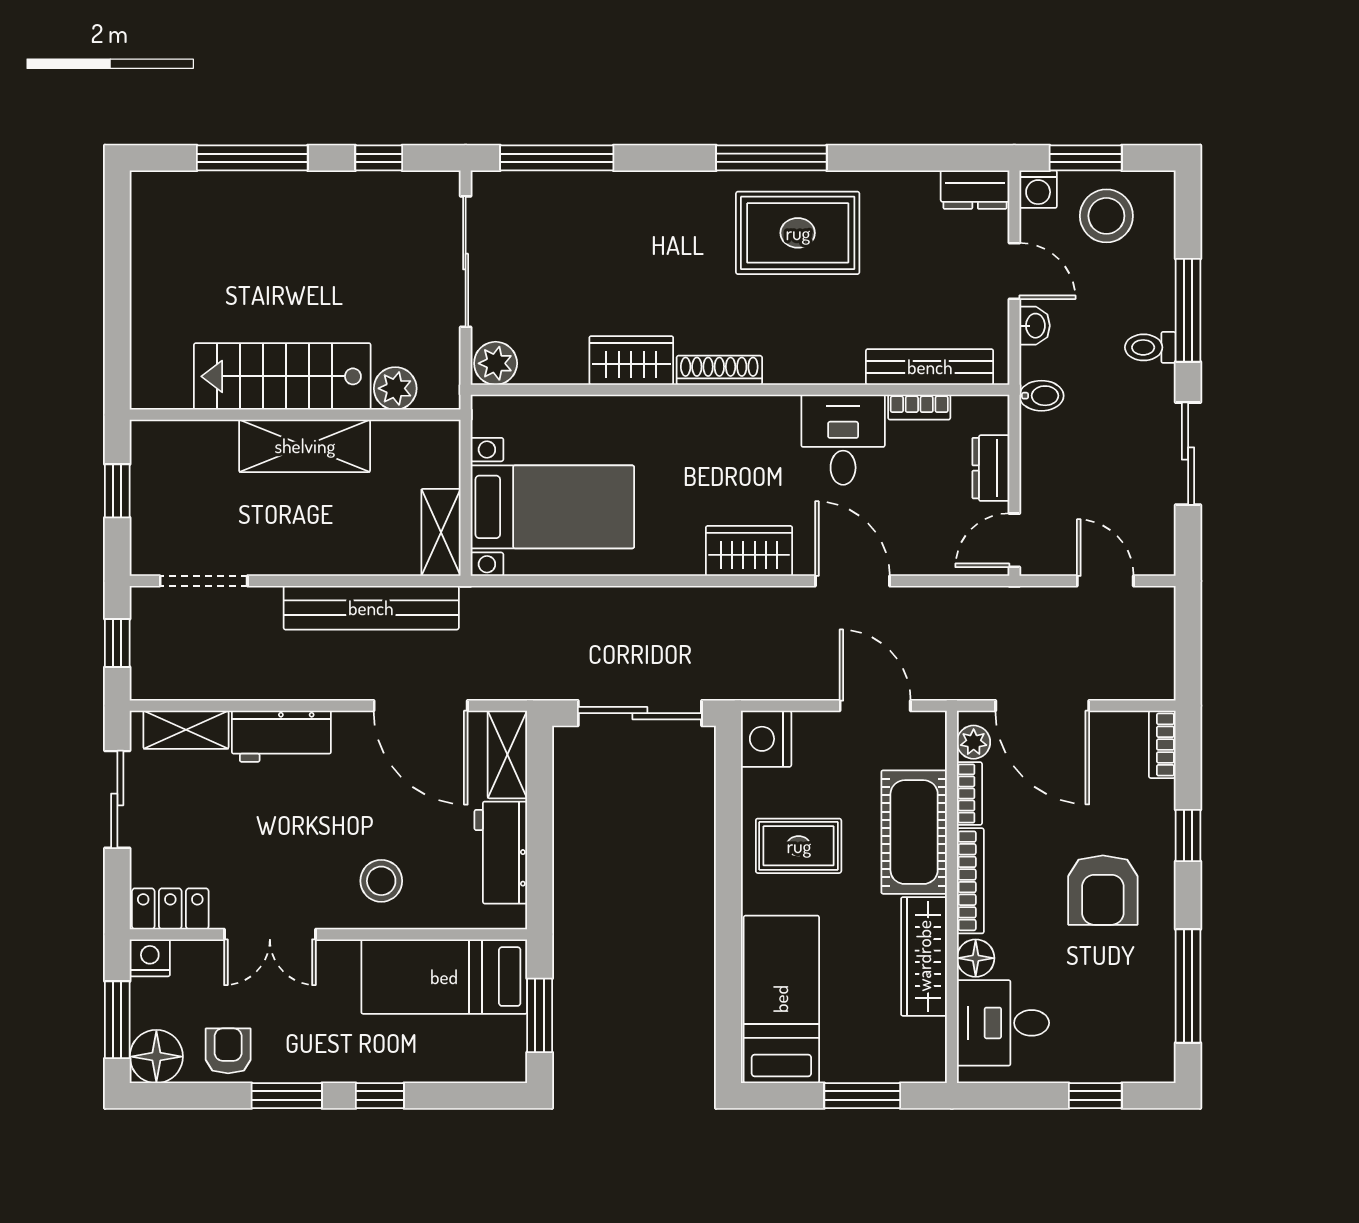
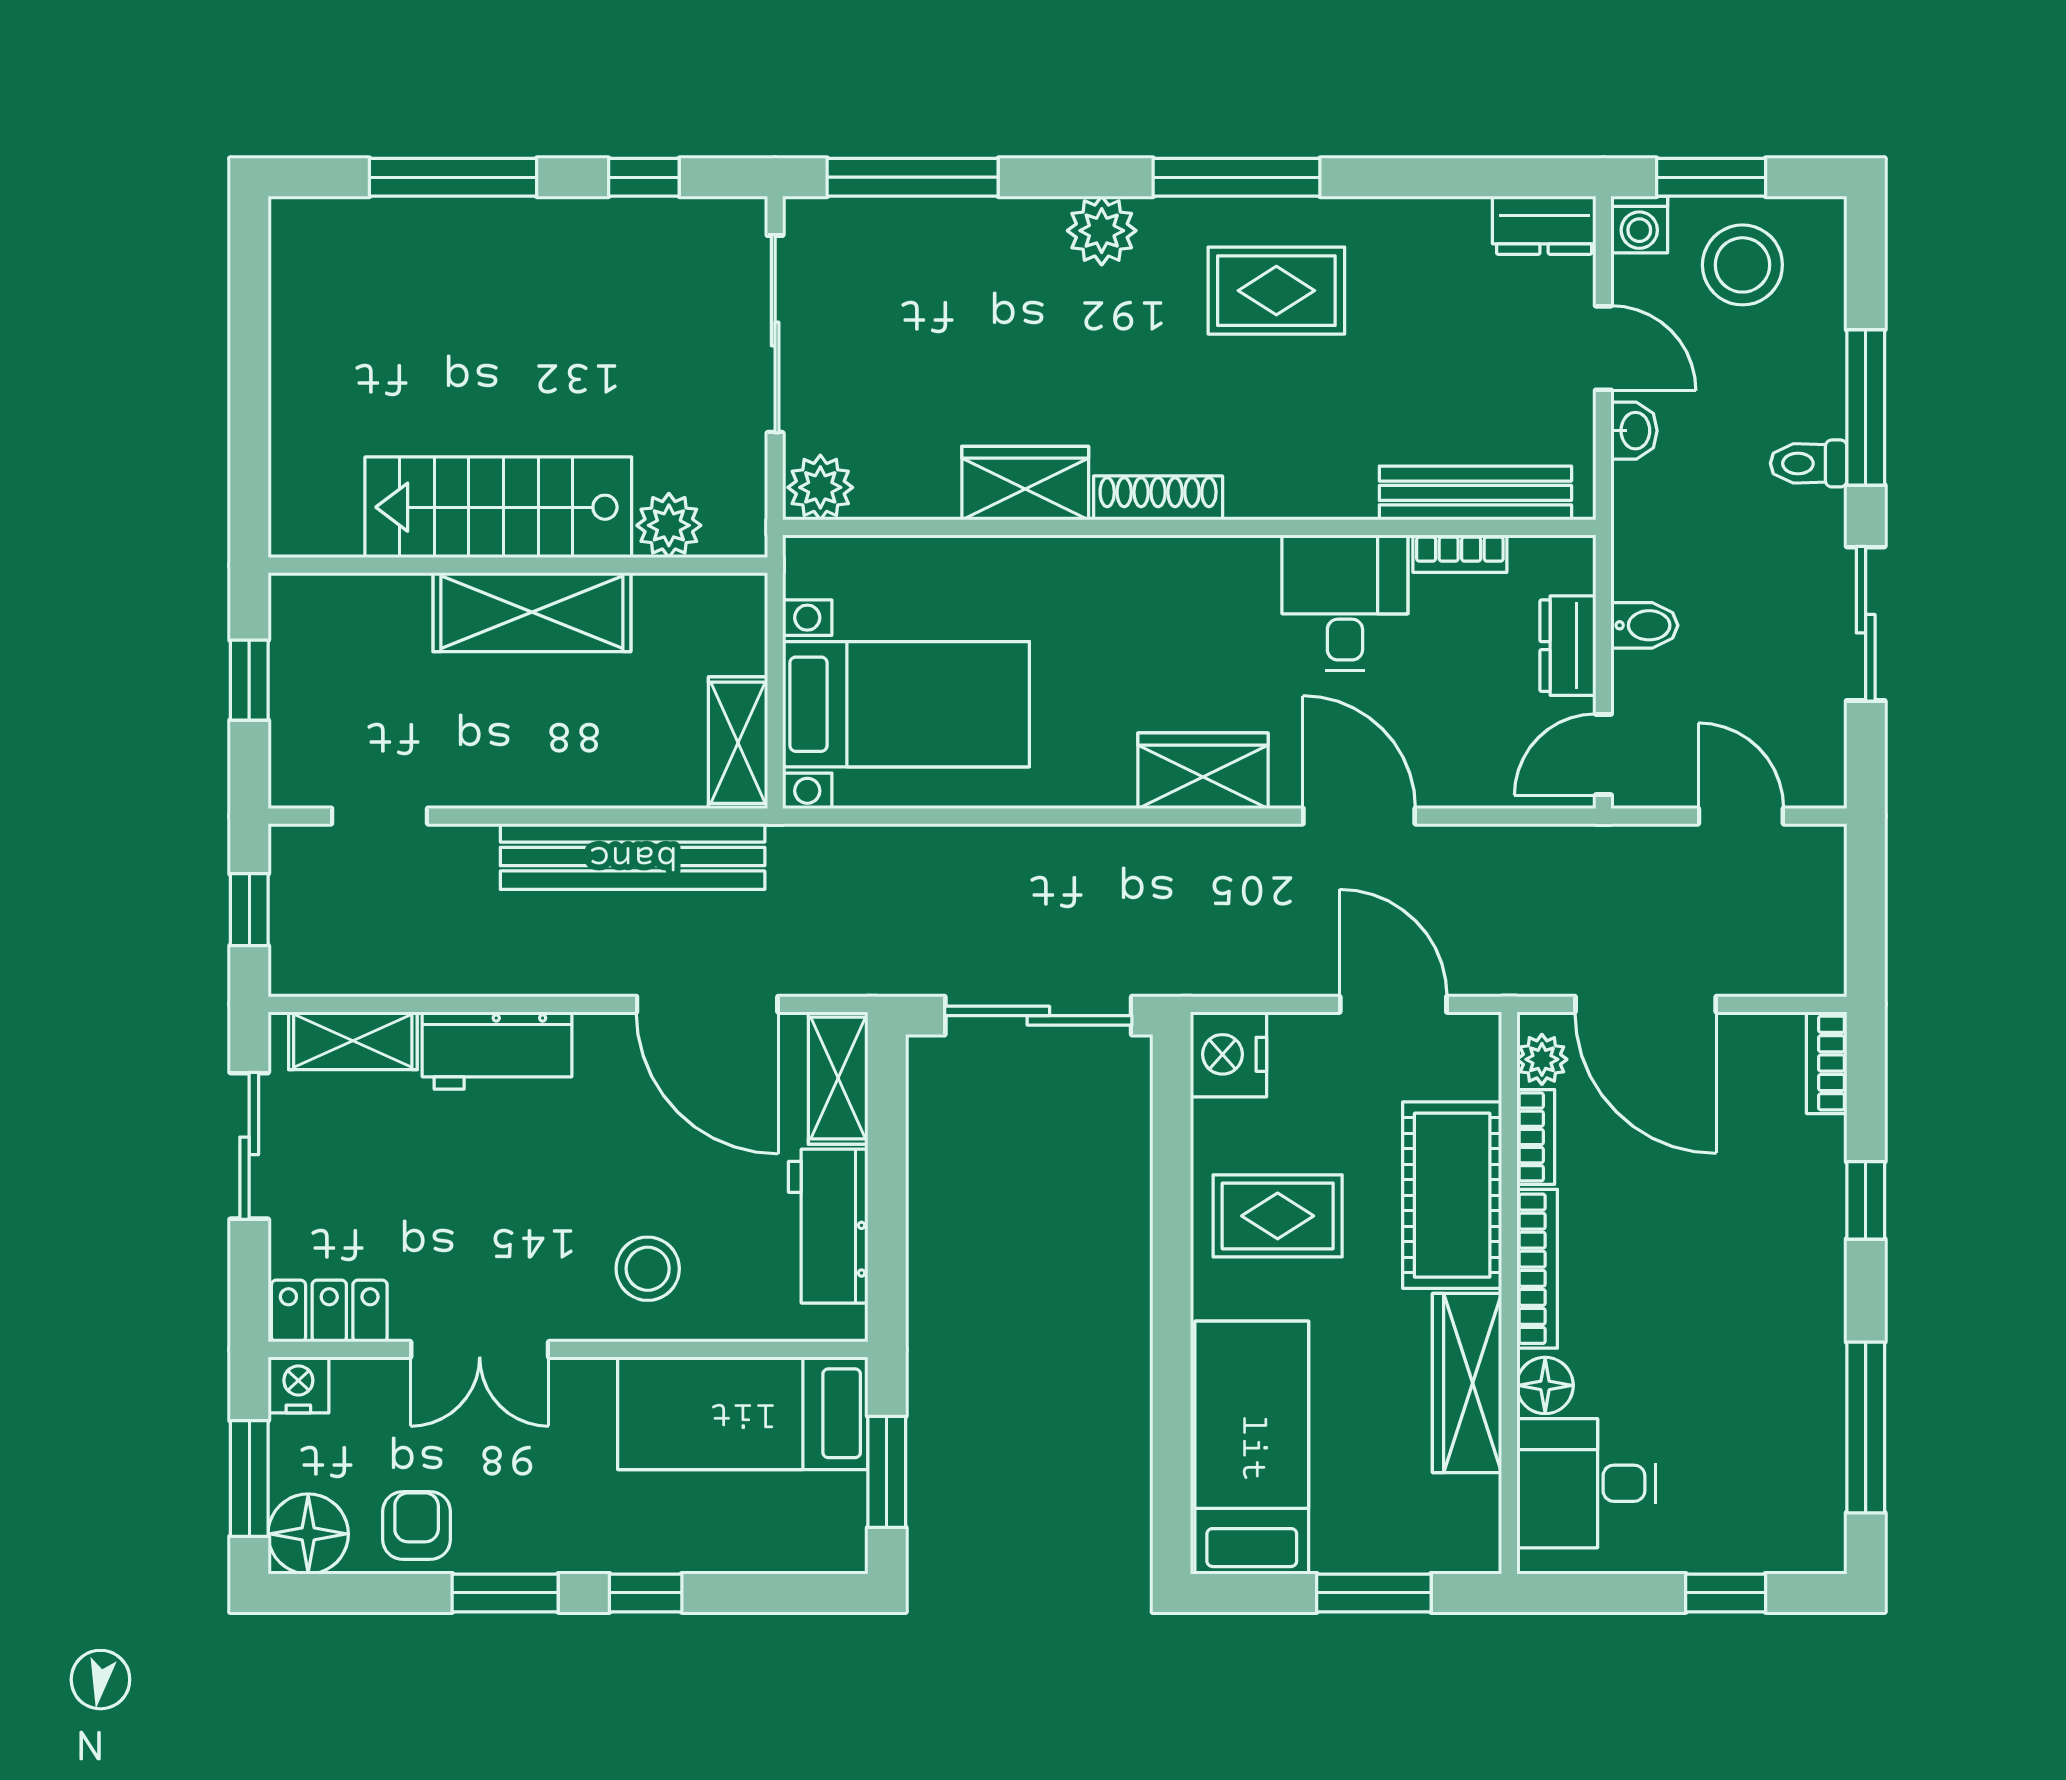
plant: (682, 193) -> (1102, 231), added
rug: (798, 233) -> (1276, 291), width x0.73, depth x0.70
bidet: (1041, 396) -> (1644, 625), moved
doorway: (204, 581) -> (380, 816), width x0.73
armchair: (1103, 890) -> (1737, 1283), removed

